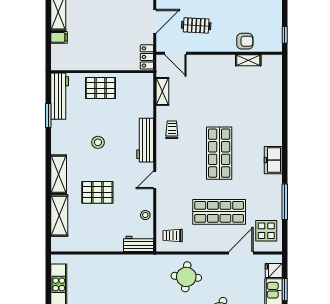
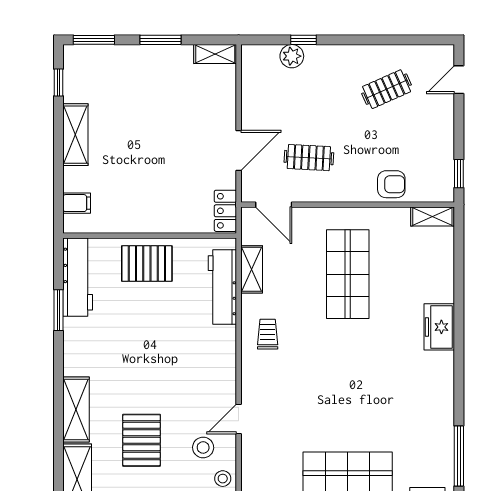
filing cabinet: (59, 37) -> (77, 203), moved
shelving: (248, 60) -> (432, 216), moved
workbench: (145, 140) -> (222, 287), moved
stool: (98, 142) -> (203, 447), moved
shop shelf: (219, 153) -> (348, 274), moved
freezer: (273, 160) -> (439, 327), moved
pallet: (97, 192) -> (142, 440), turned 90

